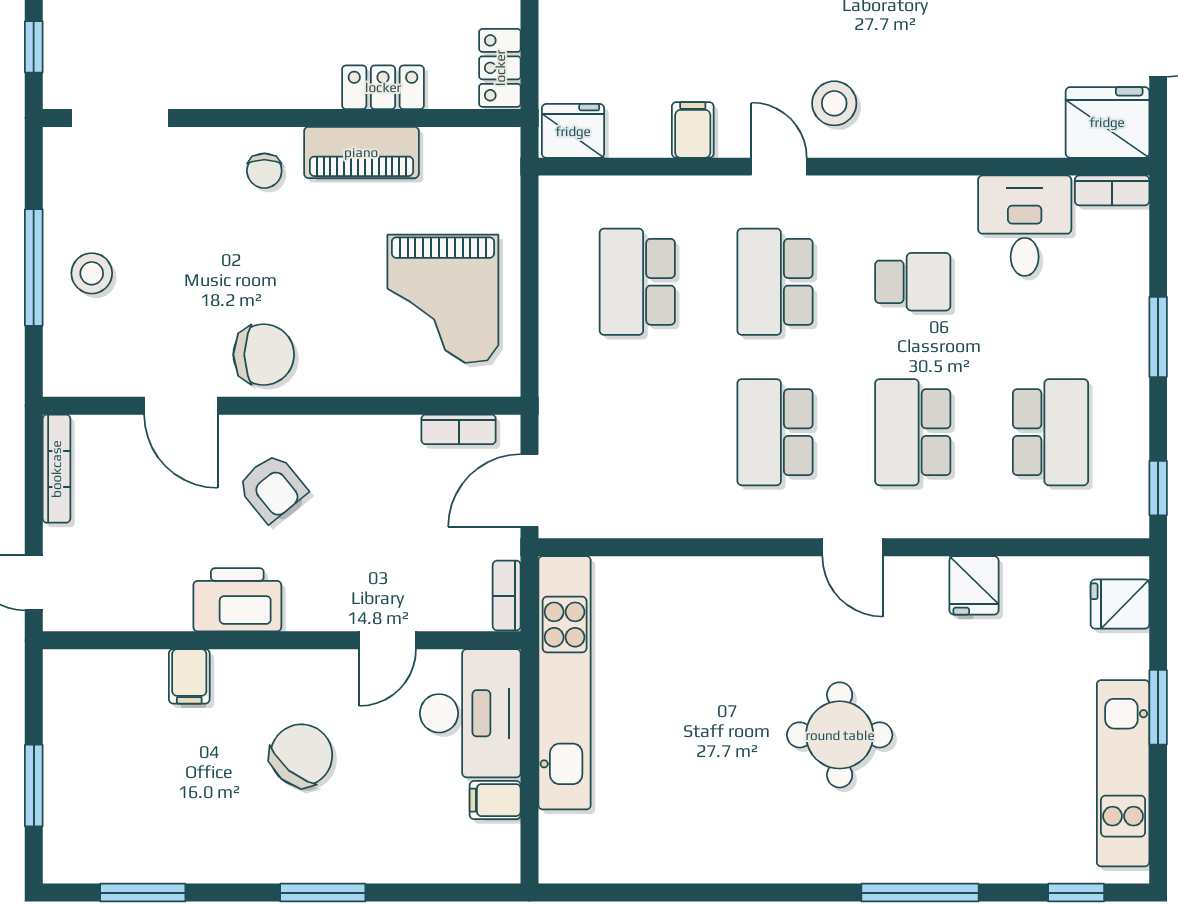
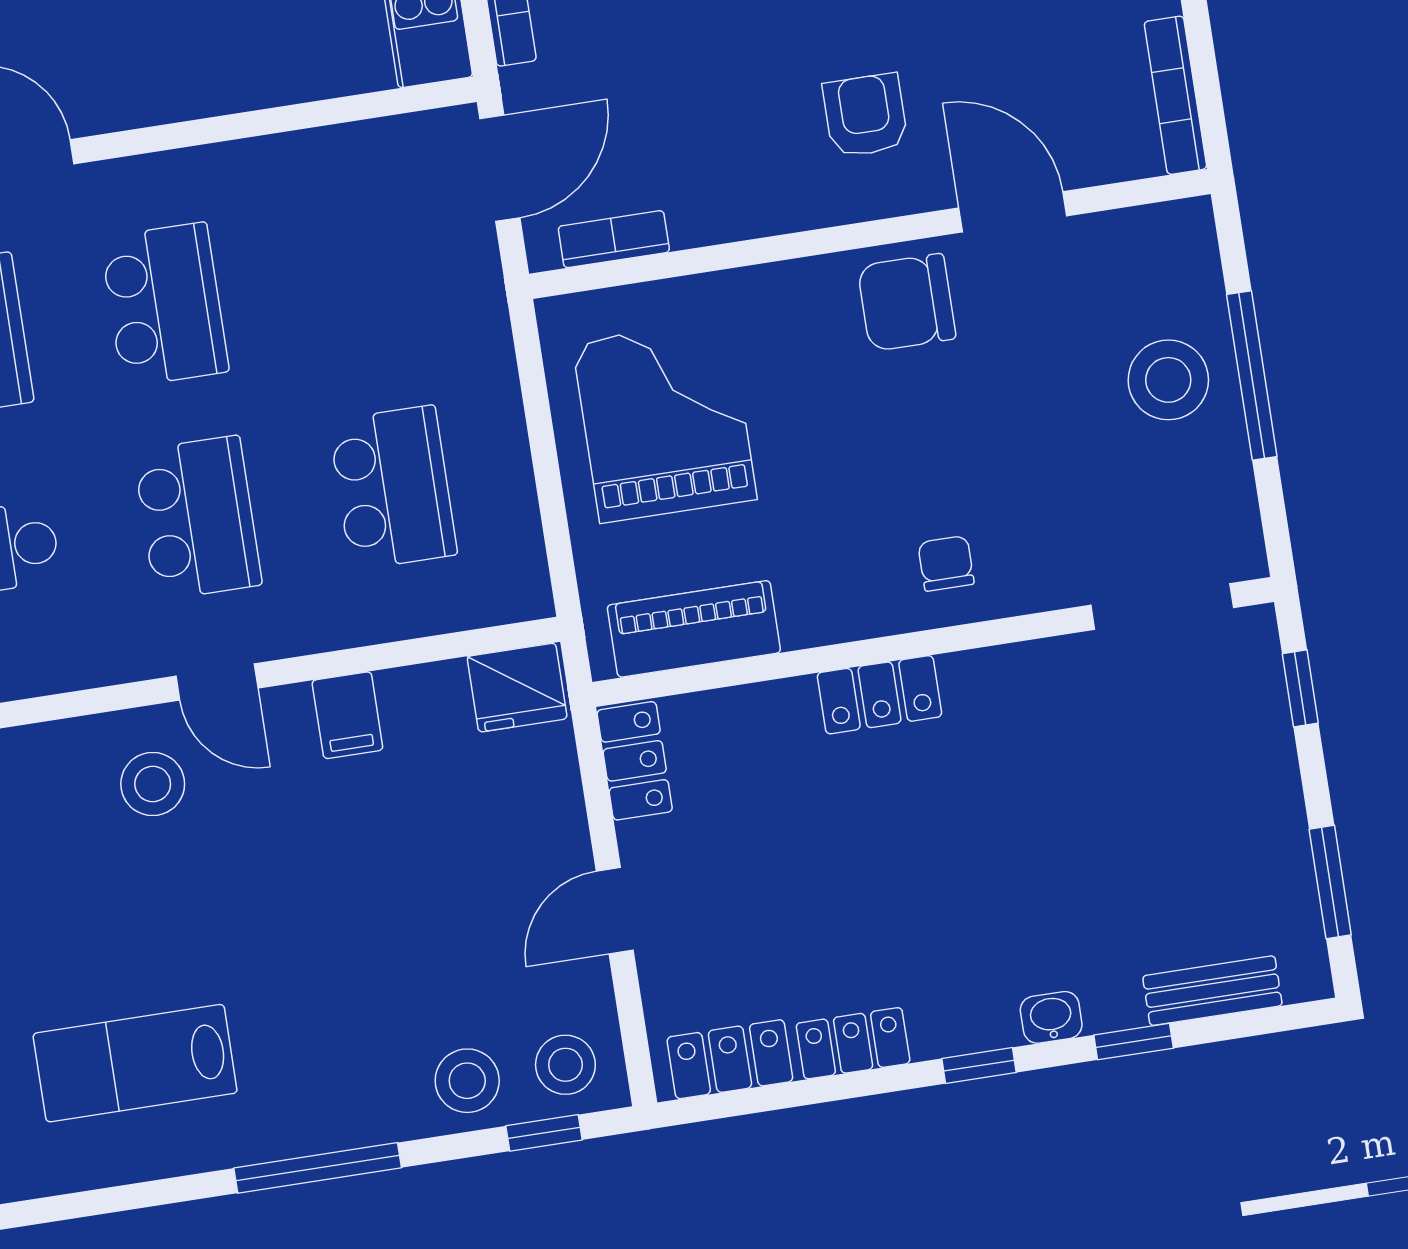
locker: (383, 87) -> (879, 695), moved
piano: (361, 152) -> (694, 629), moved
stool: (92, 273) -> (1168, 380), width x1.38, depth x1.38
armchair: (272, 488) -> (865, 115), turned 39

